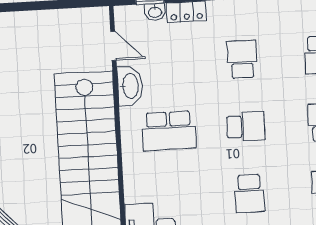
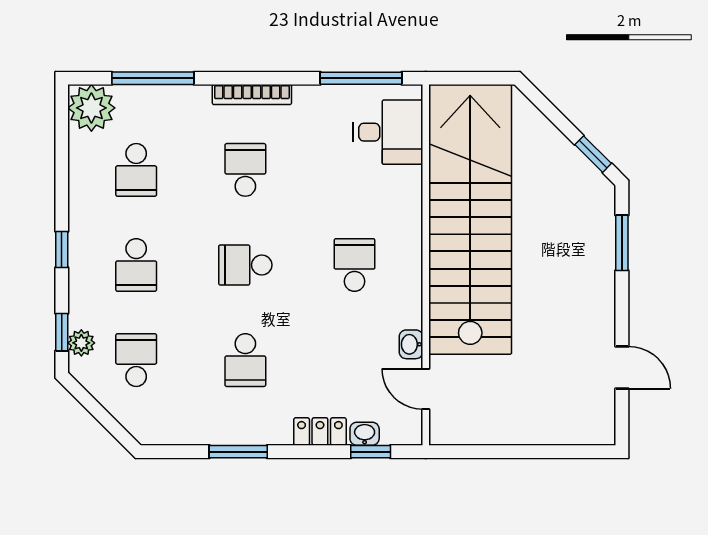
washbasin: (130, 86) -> (411, 344), width x0.52, depth x0.69
school desk: (169, 131) -> (355, 265), width x0.54

